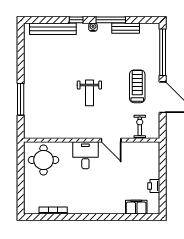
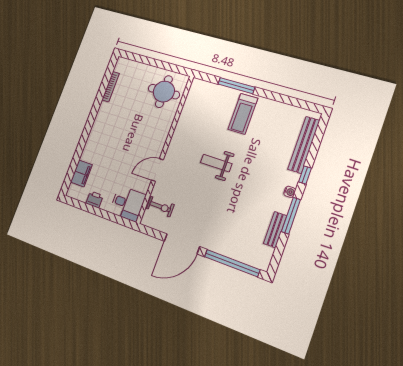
treadmill: (137, 86) -> (243, 114), moved, turned 90
desk: (85, 155) -> (128, 204), moved

